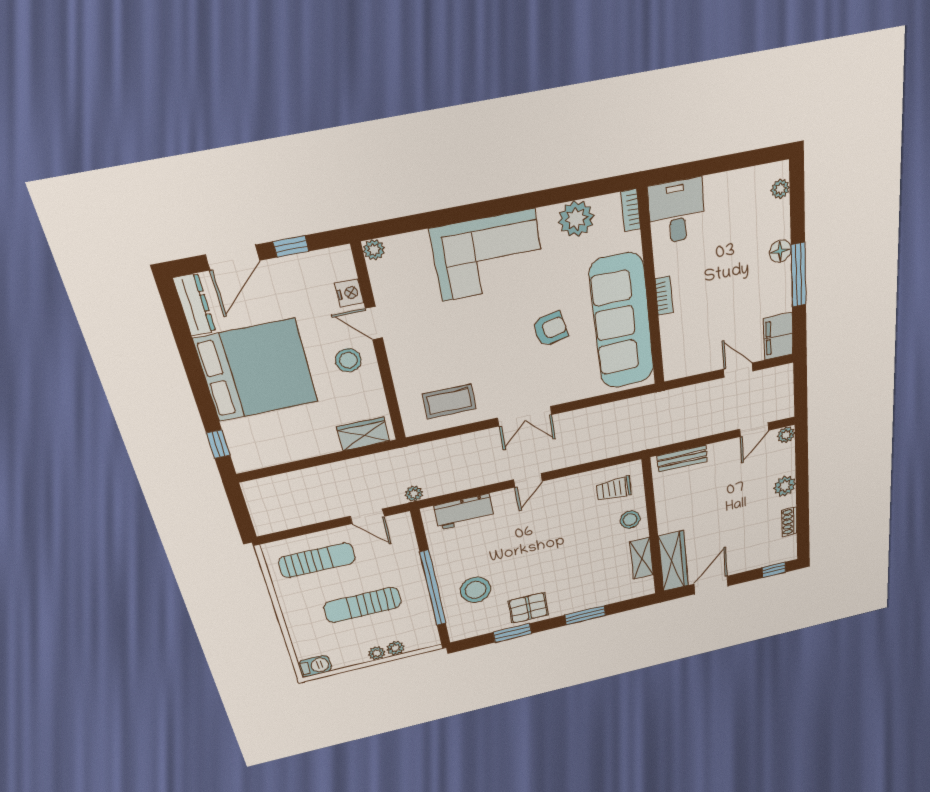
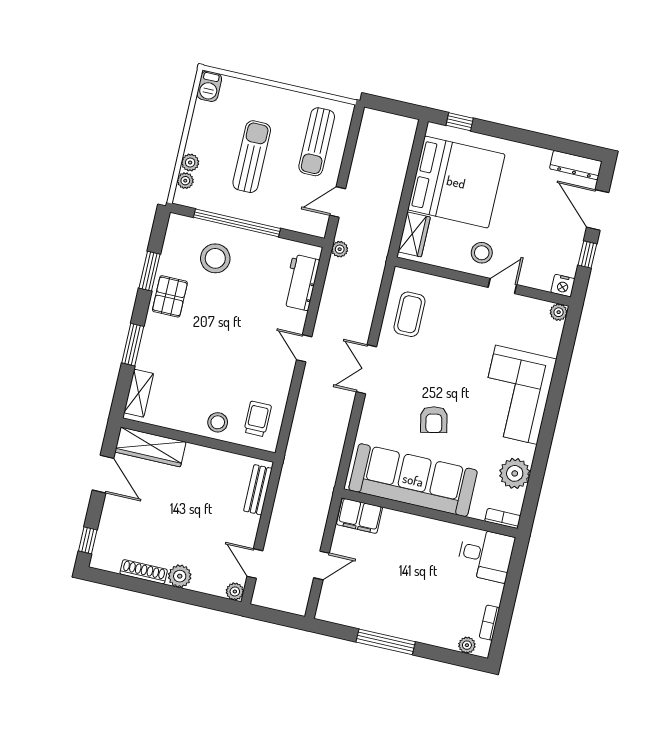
floor lamp: (780, 251) -> (414, 631), removed
nightstand: (349, 293) -> (563, 286), moved
bookcase: (664, 296) -> (489, 623), moved, turned 90
filing cabinet: (778, 336) -> (359, 516), moved, turned 180
bed: (256, 371) -> (456, 182), moved, turned -90
shoe rack: (789, 522) -> (144, 572), width x1.43
shelving: (642, 558) -> (139, 393), moved, turned 90
plant: (377, 653) -> (185, 181), moved

